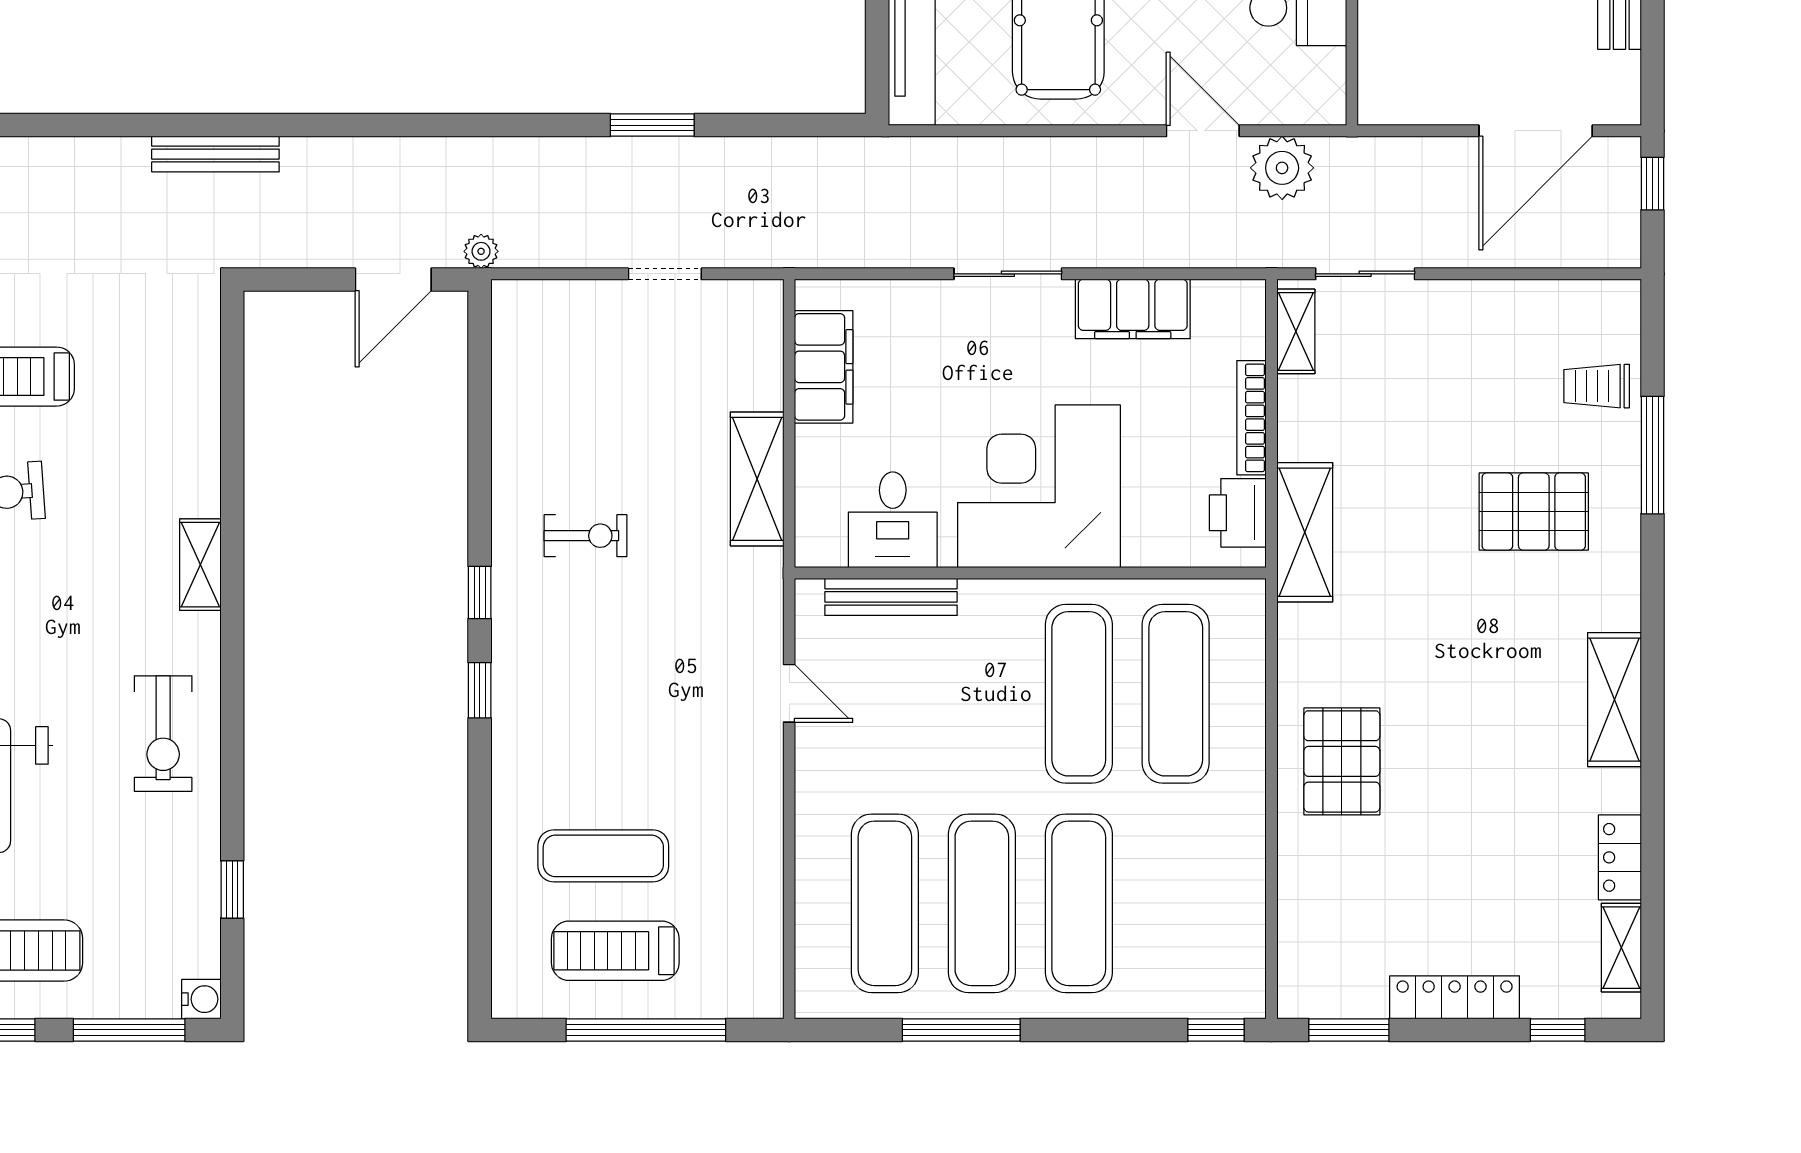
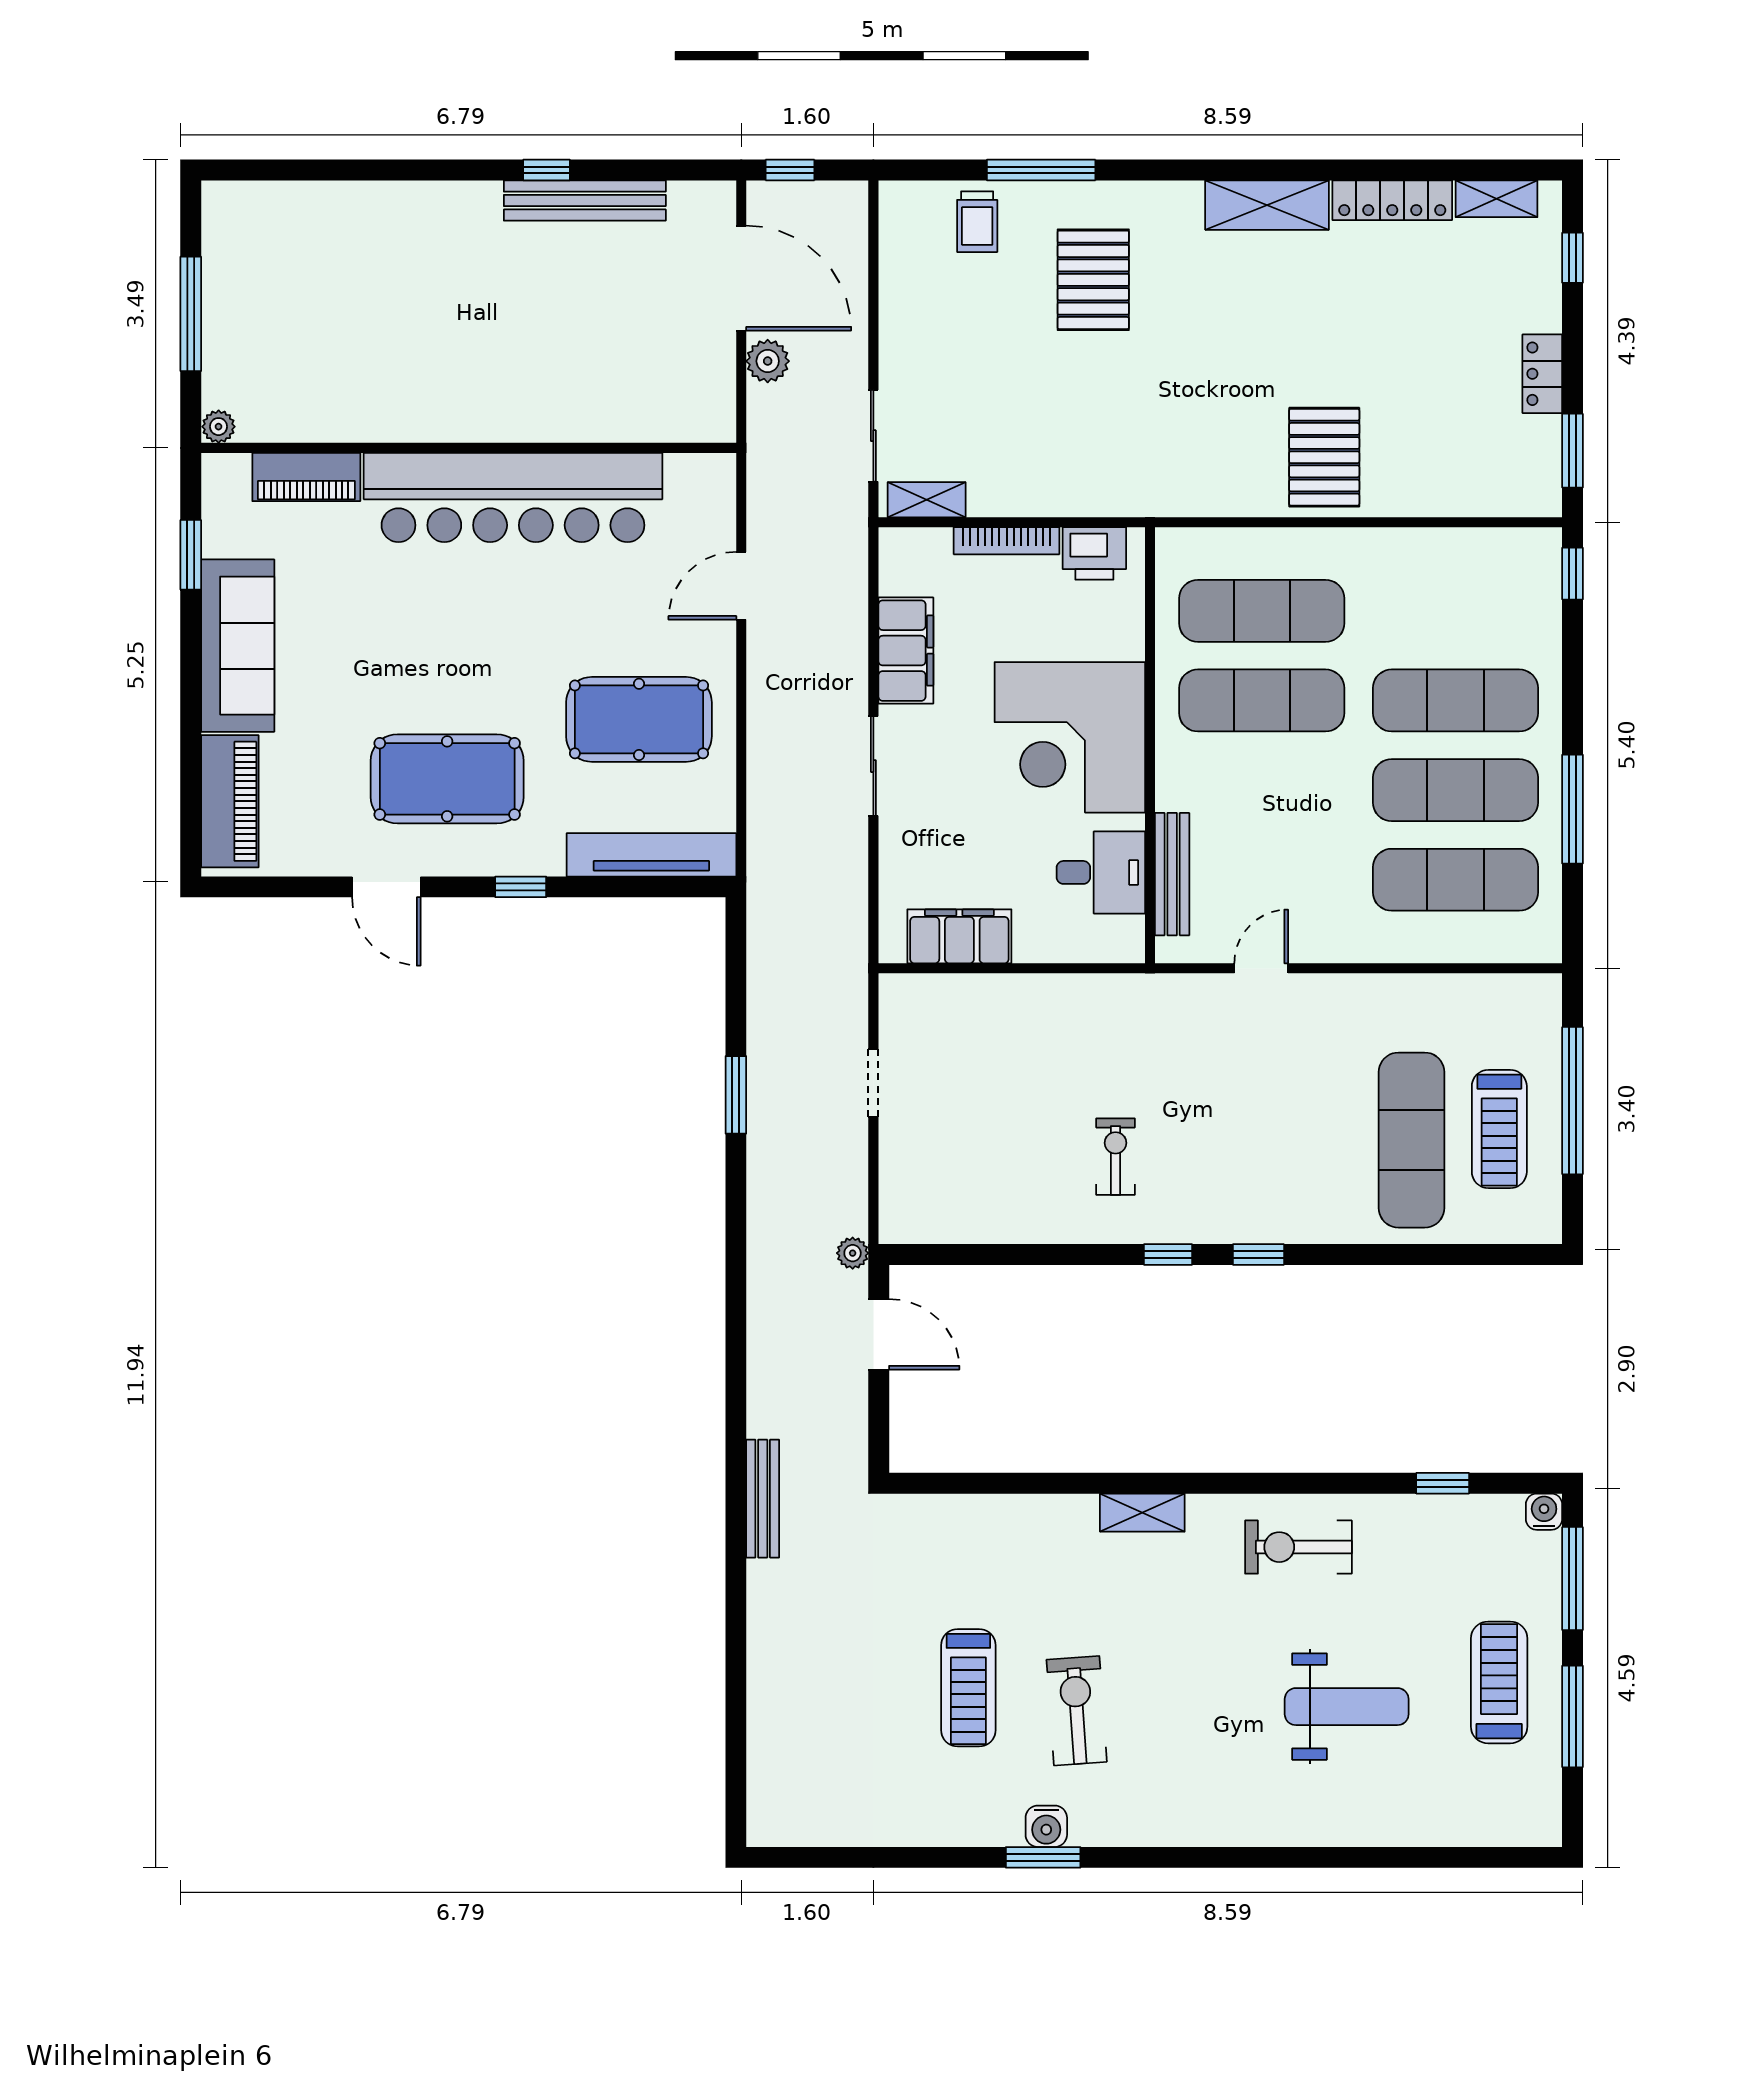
plant: (1282, 168) -> (768, 361), moved, width x0.73, depth x0.73
shelving: (757, 479) -> (1063, 998), removed
shelving: (1305, 532) -> (1112, 492), removed
exercise bike: (163, 734) -> (1298, 1547), turned 180
pallet: (1342, 761) -> (1324, 457), turned 90
exercise mat: (603, 856) -> (1412, 1140), width x1.36, depth x1.45
locker: (1620, 857) -> (1392, 200), width x1.53
locker: (1455, 997) -> (1542, 374), width x0.66

